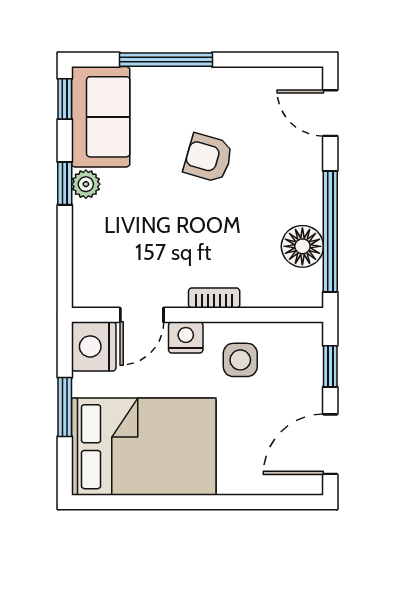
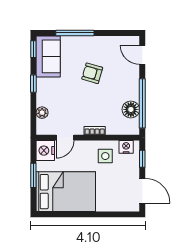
plant: (86, 184) -> (42, 113), moved
nightstand: (186, 337) -> (126, 147), moved
door: (330, 444) -> (142, 191), swing flipped

